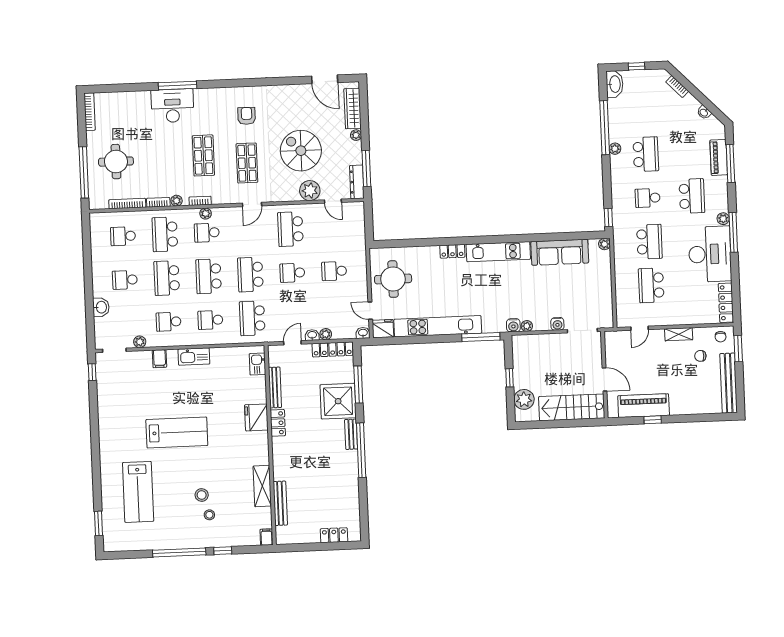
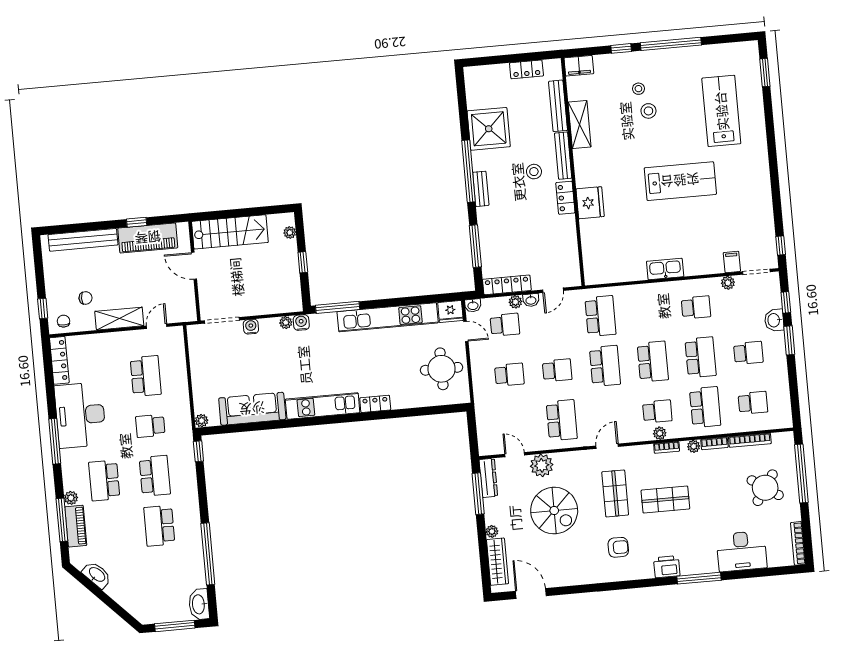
window: (637, 66) -> (175, 626), width x2.17
bookcase: (677, 87) -> (127, 605), removed
printer: (205, 97) -> (667, 567), added
desk: (172, 106) -> (742, 551), moved
washbasin: (704, 112) -> (97, 575), width x1.91, depth x1.45
armchair: (247, 116) -> (618, 547), turned -90
plant: (615, 149) -> (195, 530), removed
shop shelf: (203, 155) -> (665, 500), turned 90
round table: (116, 162) -> (765, 488), turned 34
school desk: (648, 198) -> (155, 476), width x1.85
plant: (723, 219) -> (71, 498), moved
school desk: (649, 242) -> (150, 426), width x0.54
window: (89, 289) -> (789, 340), added
school desk: (210, 320) -> (505, 325), moved
window: (90, 322) -> (786, 302), added
shelving: (679, 334) -> (119, 319), width x1.50, depth x1.33
window: (738, 349) -> (43, 308), width x0.67
filing cabinet: (159, 359) -> (732, 262), moved
kitchen sink: (257, 364) -> (592, 264), removed
bench: (729, 383) -> (83, 240), moved, turned 90
bench: (275, 387) -> (563, 156), moved
plant: (524, 399) -> (290, 232), width x0.53, depth x0.53
shower: (338, 401) -> (489, 129), moved
lab bench: (177, 432) -> (680, 181), turned 180
stool: (304, 447) -> (534, 172), added
locker: (334, 535) -> (526, 69), moved
filing cabinet: (266, 537) -> (579, 66), width x2.00

